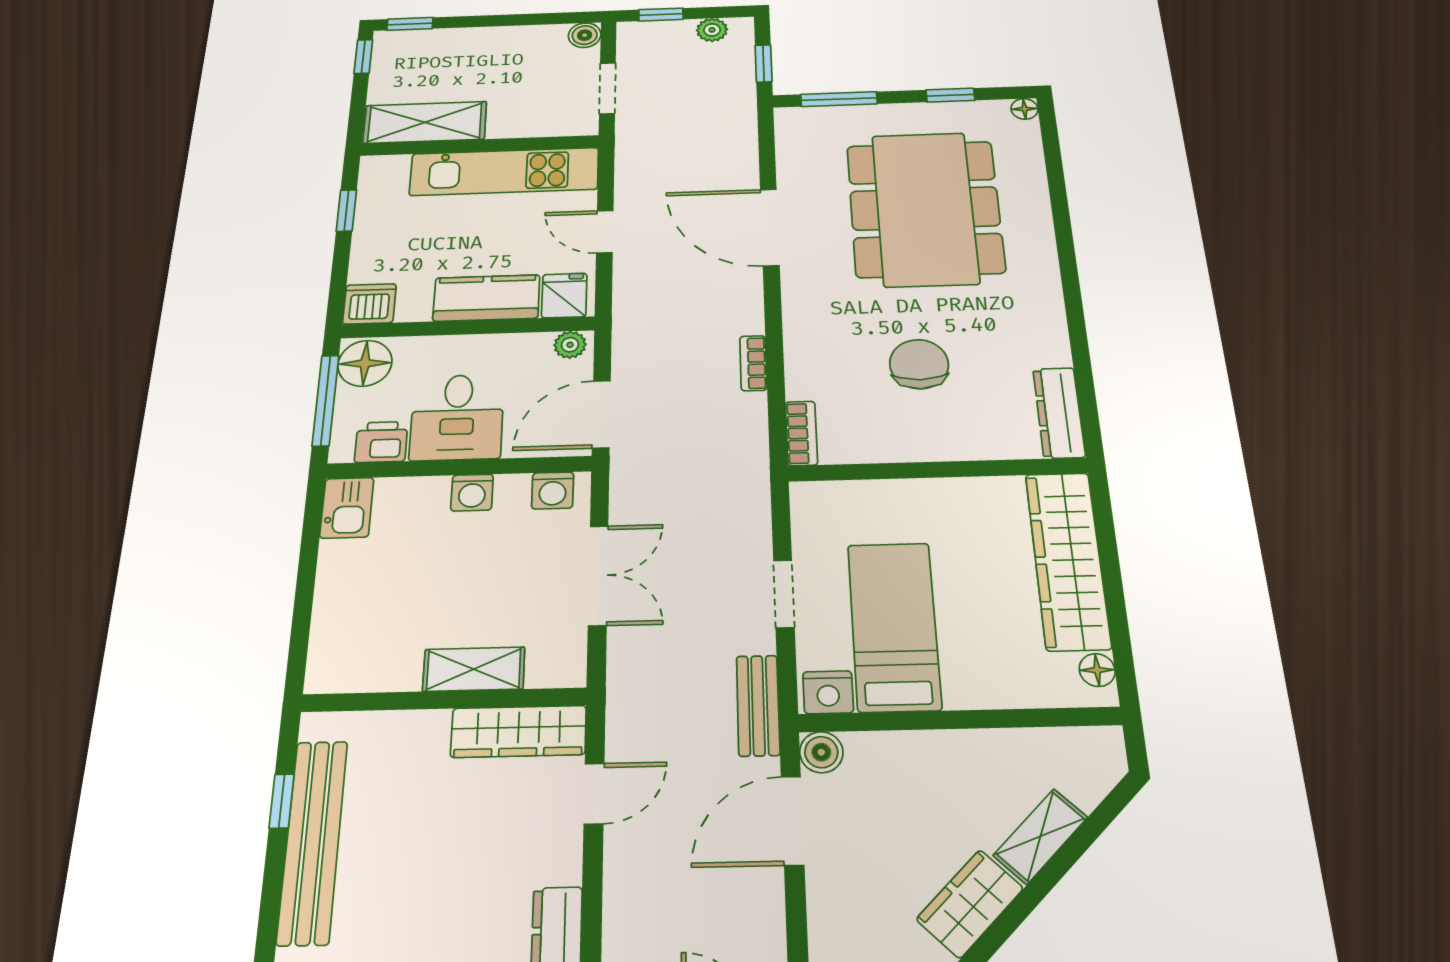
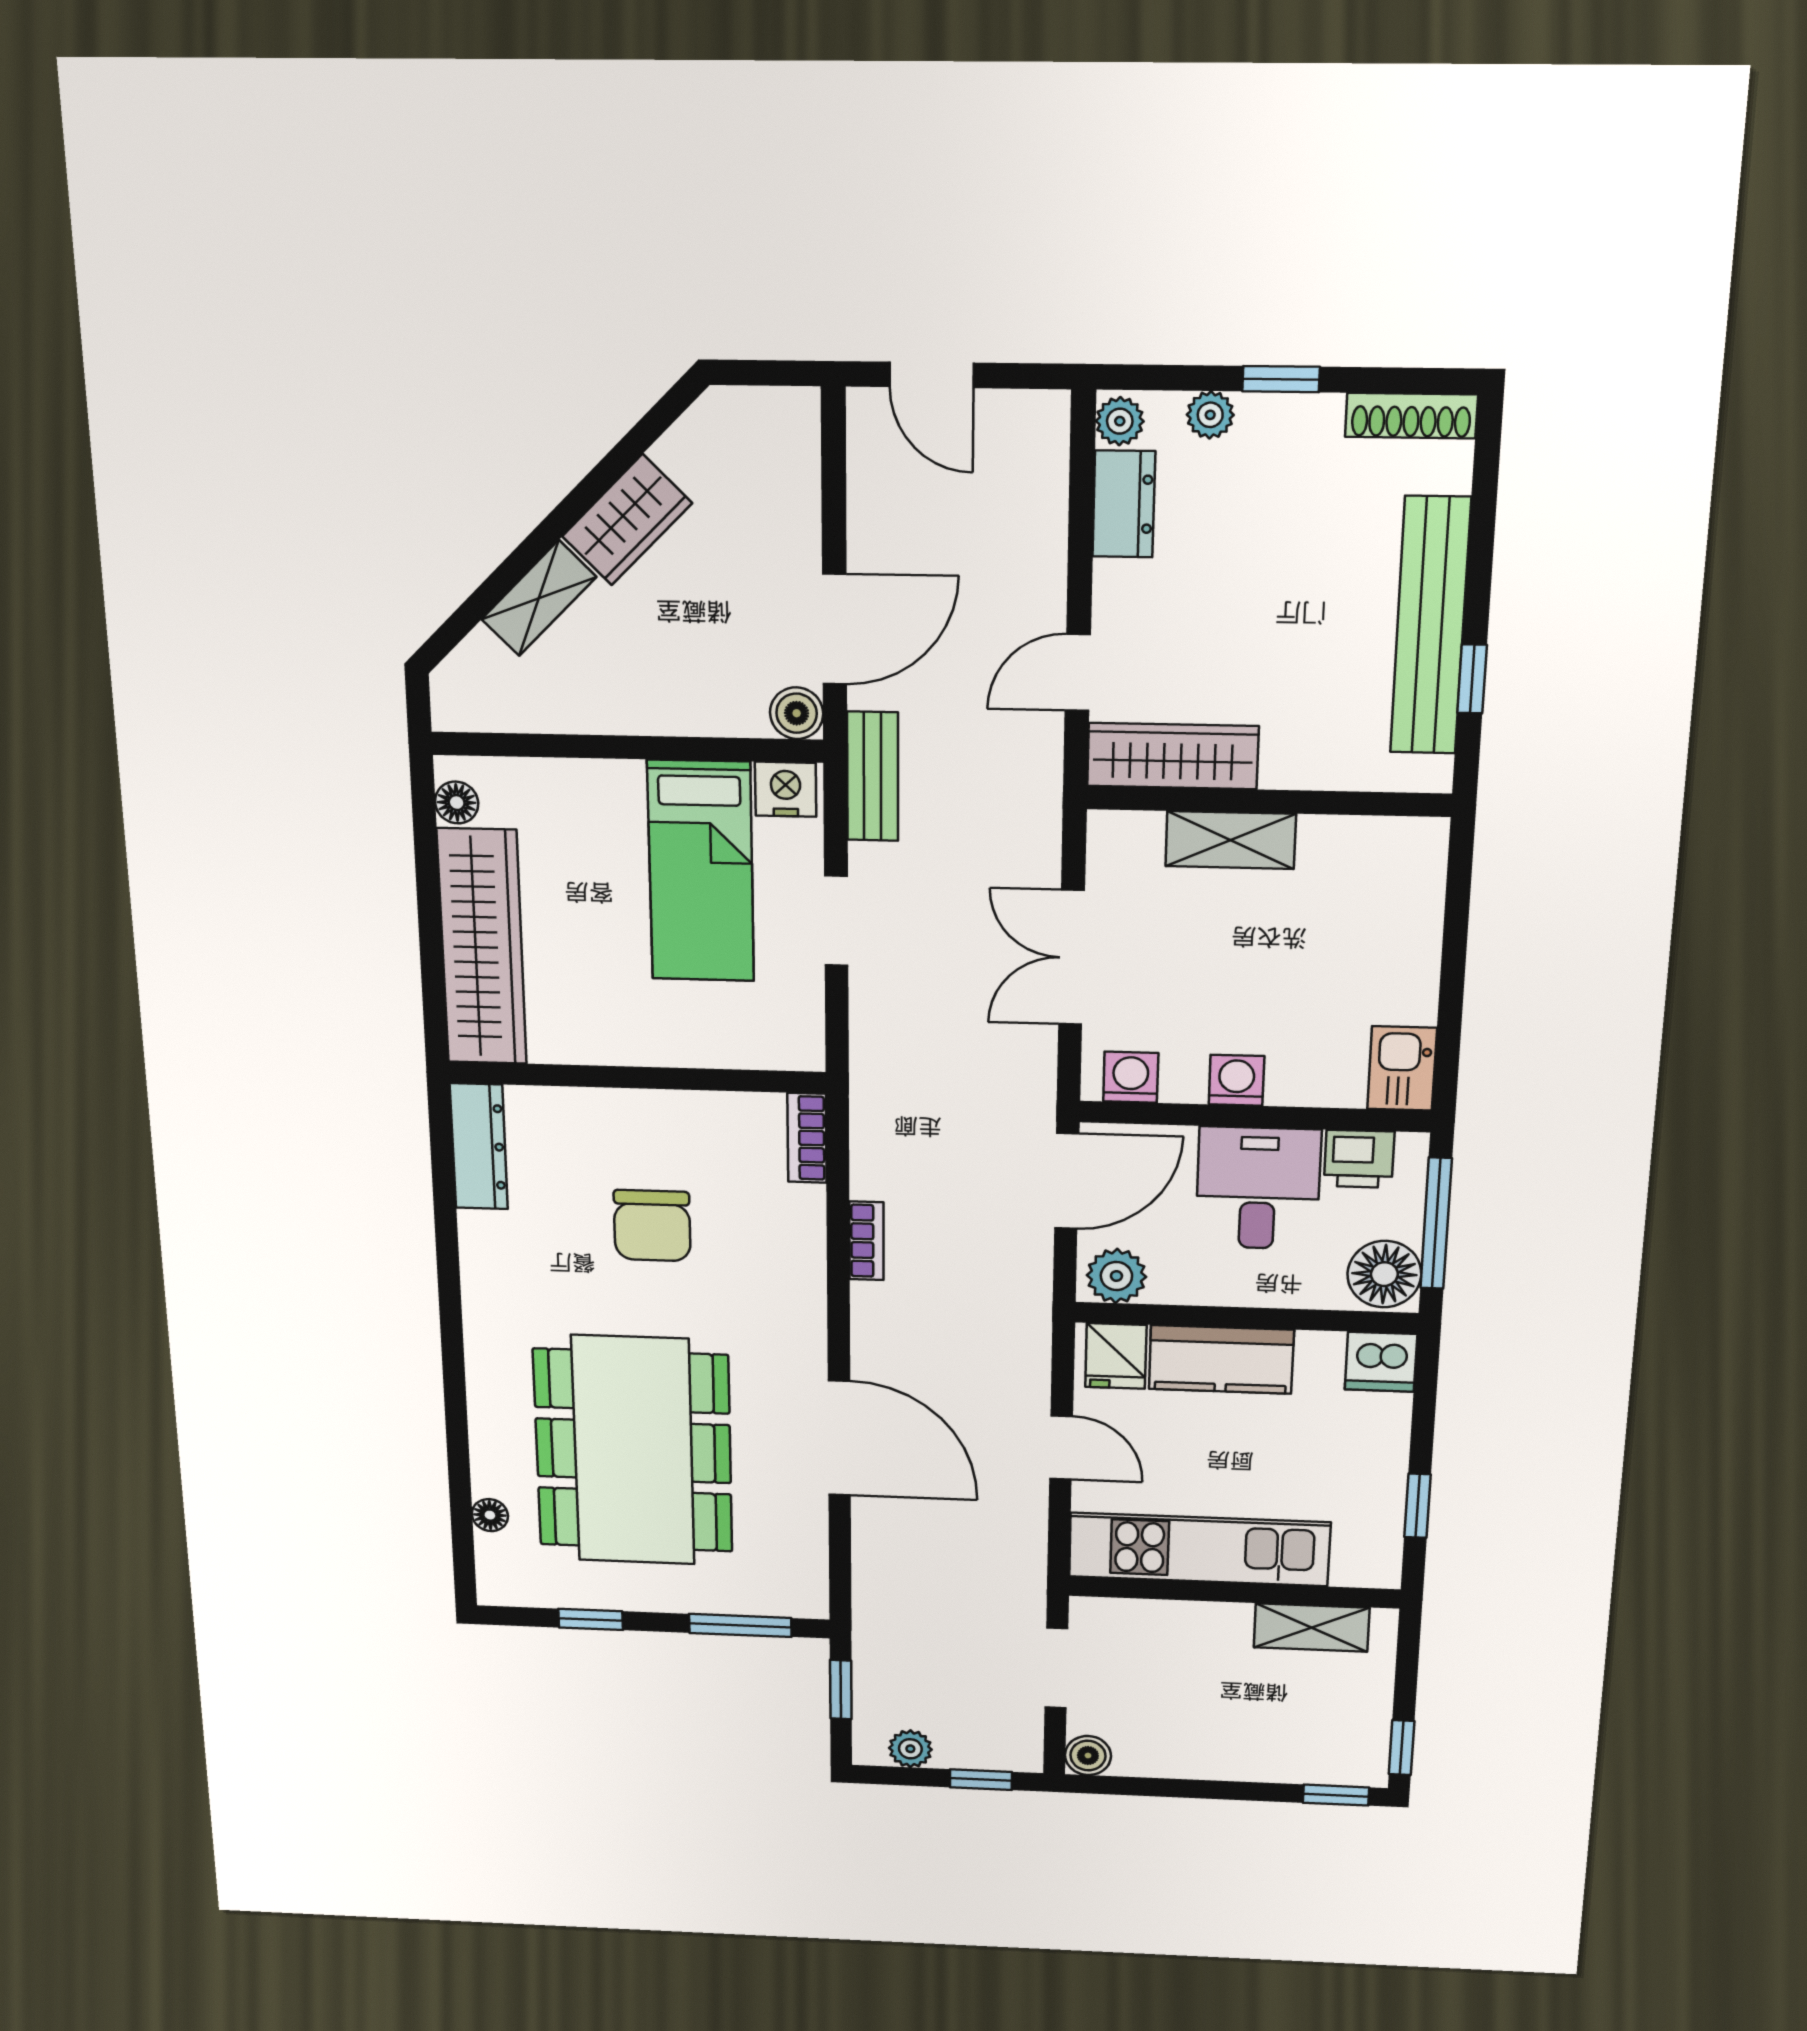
floor lamp: (1024, 109) -> (490, 1515), moved
shelving: (425, 122) -> (1312, 1628), width x0.67, depth x0.75
plant: (570, 345) -> (1116, 1276), width x1.38, depth x1.38

